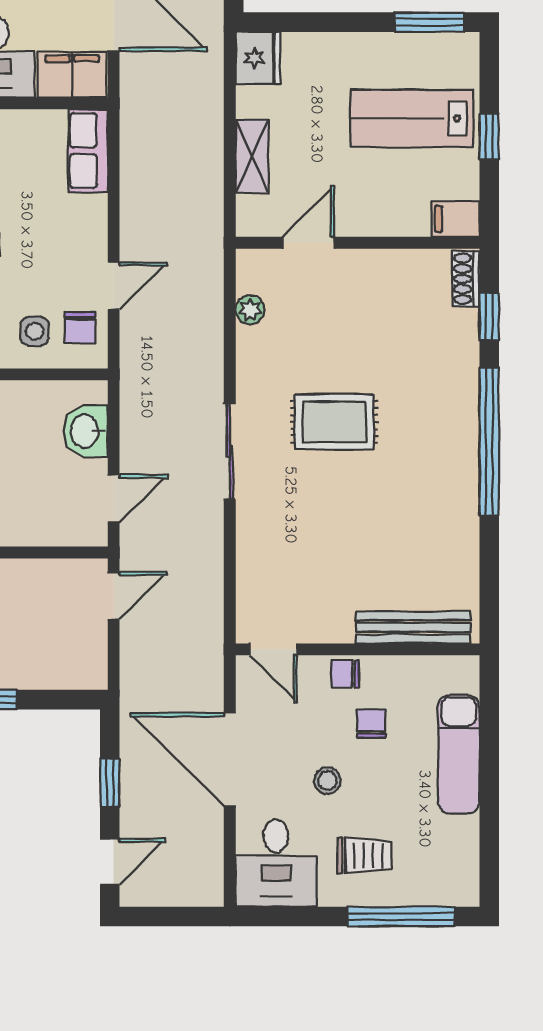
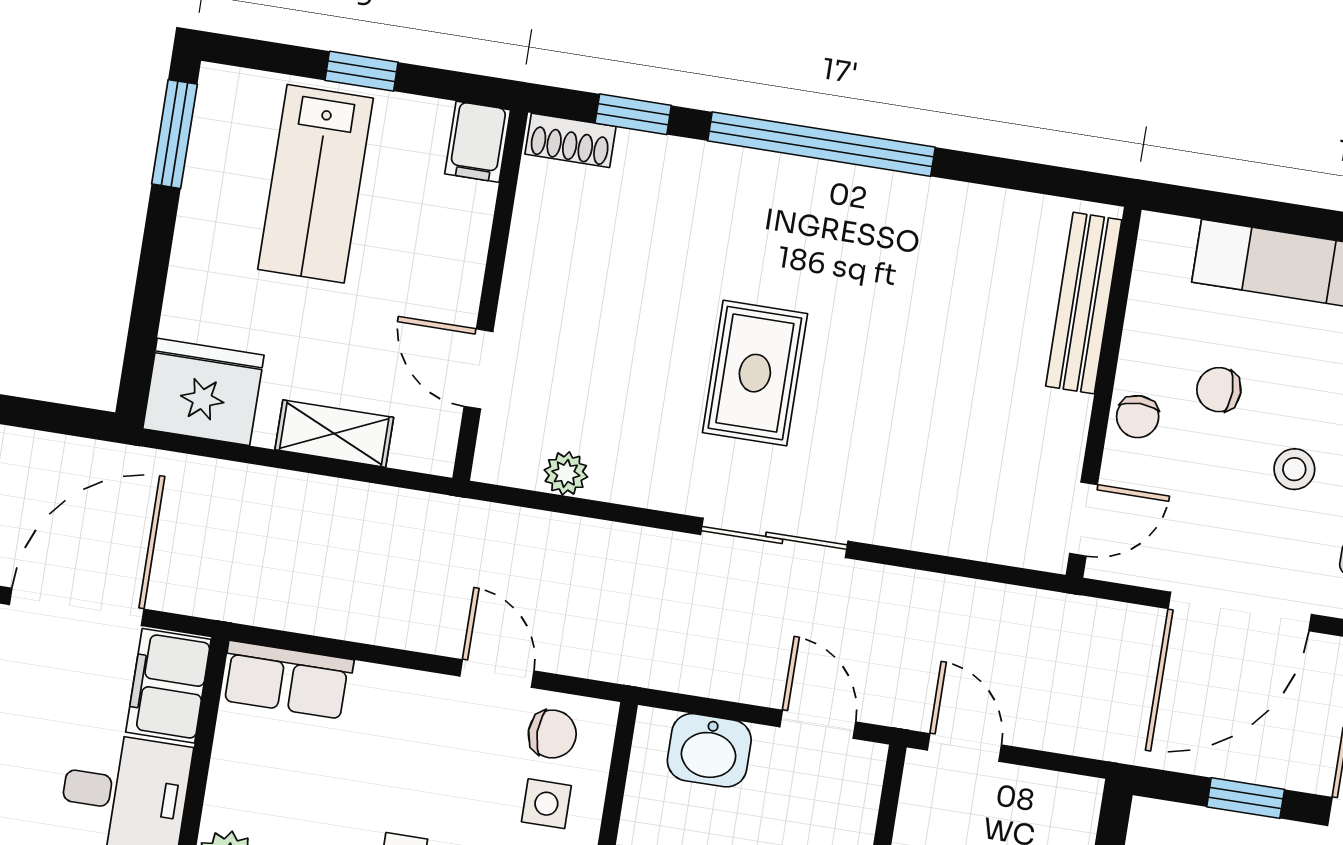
fridge: (258, 58) -> (203, 392), width x1.36, depth x1.34

